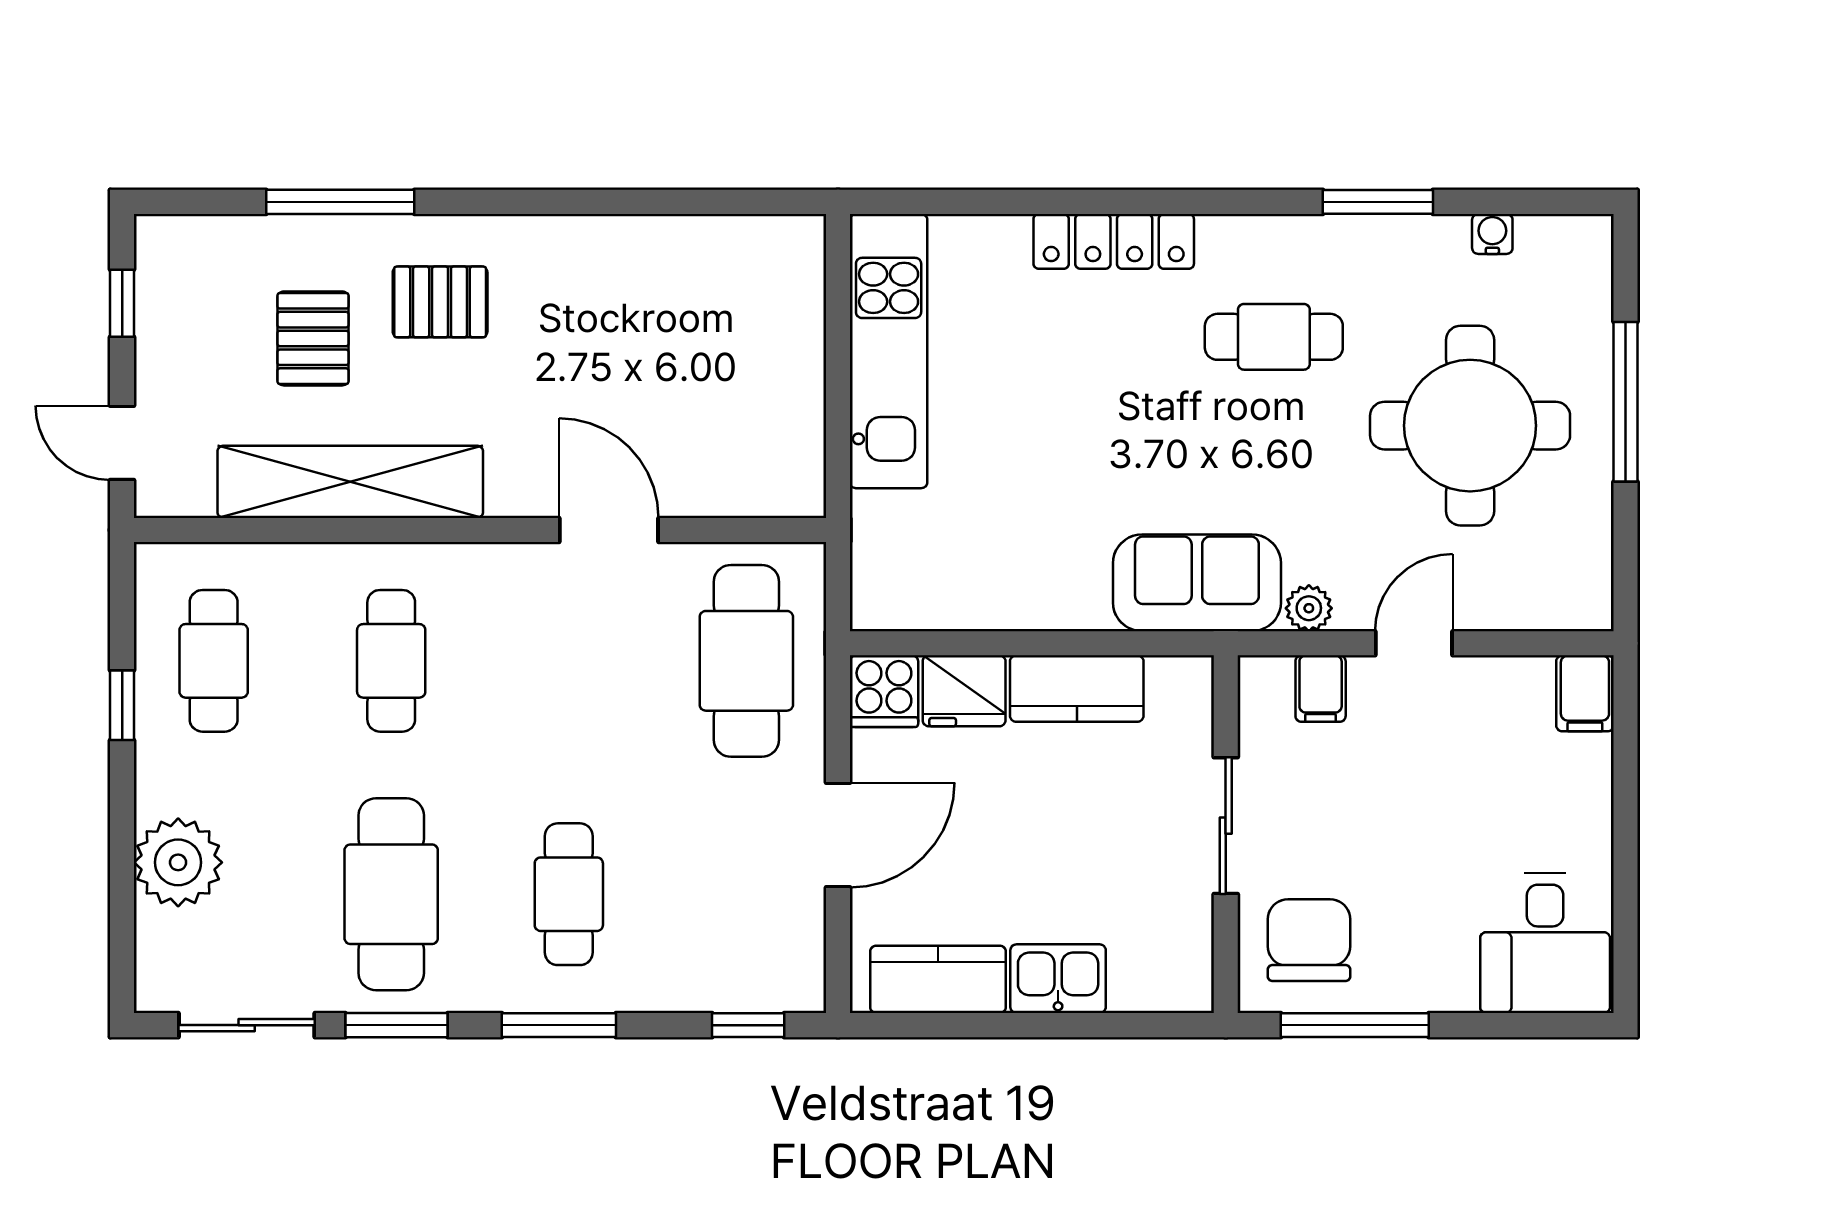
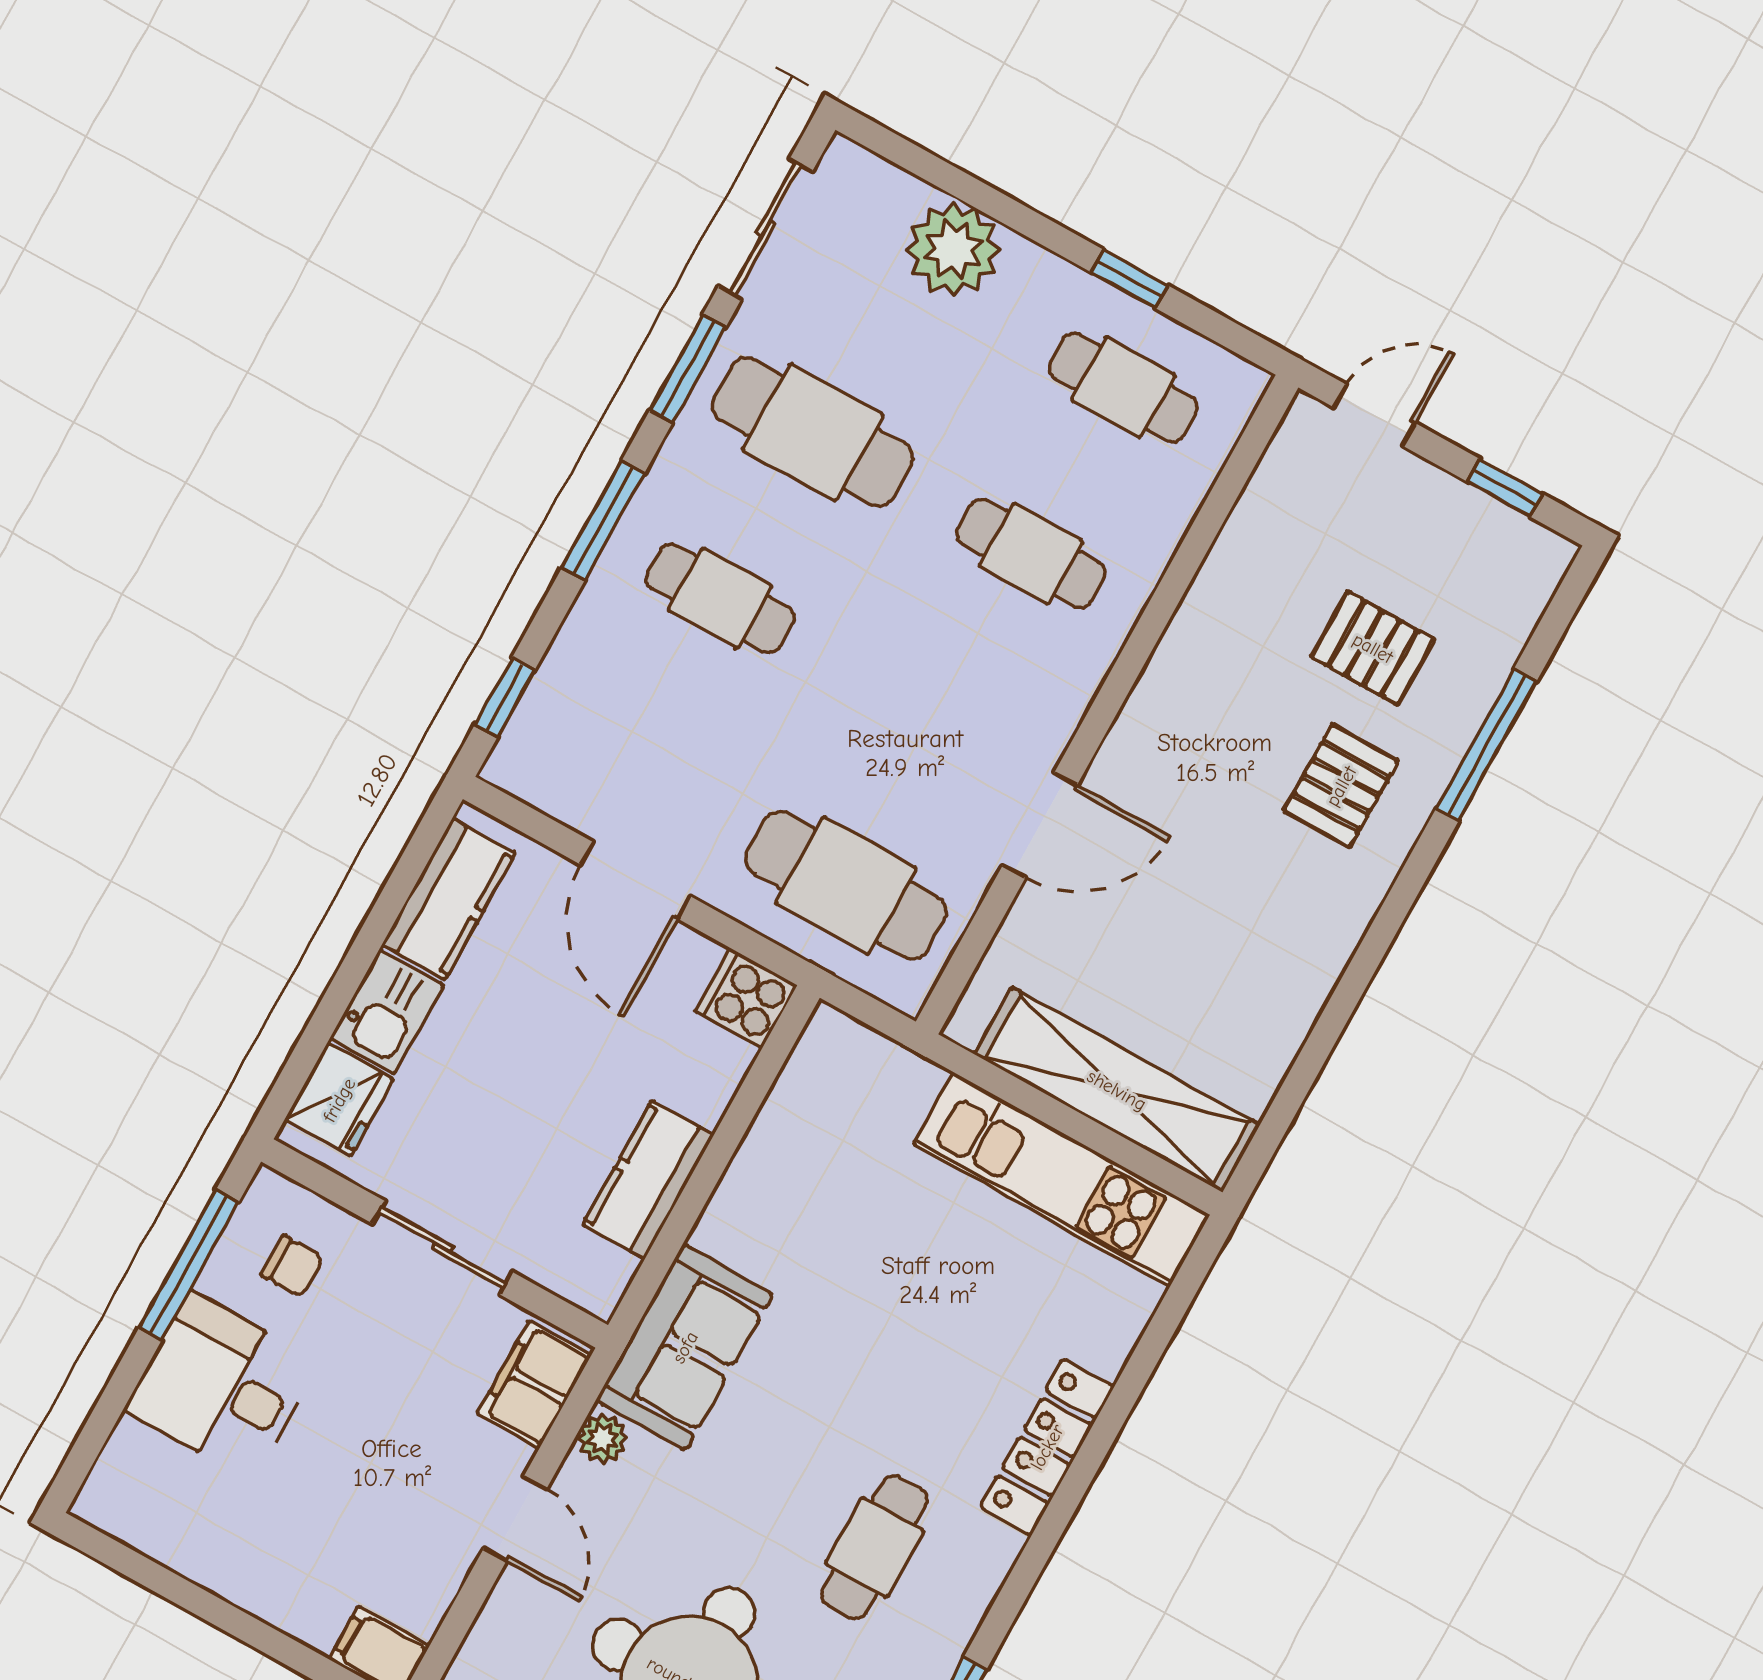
shelving: (350, 482) -> (1117, 1090), moved, turned 90
filing cabinet: (1321, 689) -> (534, 1384), width x2.00
fridge: (964, 691) -> (339, 1100), moved, turned 180
chair: (1309, 940) -> (292, 1266), width x0.54, depth x0.54
desk: (1545, 943) -> (222, 1386), moved

